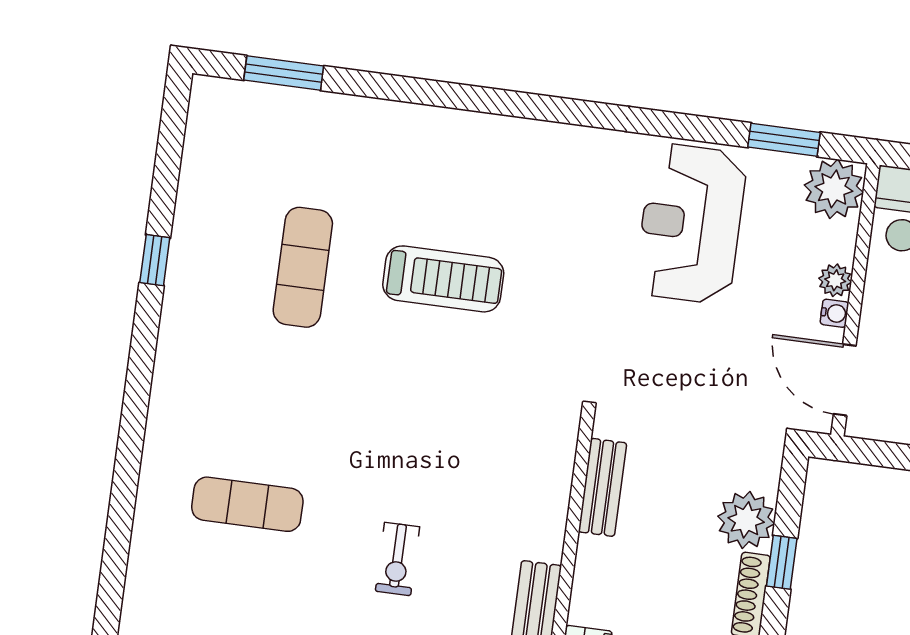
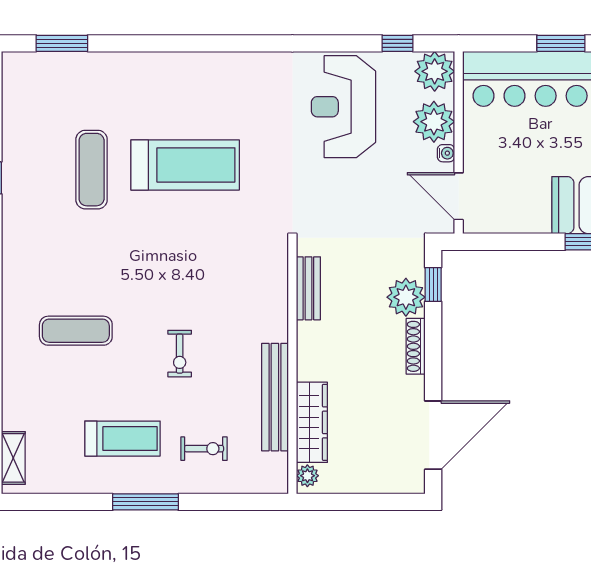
window: (784, 140) -> (397, 43), width x0.67
treadmill: (443, 279) -> (185, 165), width x1.37, depth x1.38
plant: (835, 280) -> (434, 122), width x1.87, depth x1.87
window: (782, 562) -> (433, 284), moved

